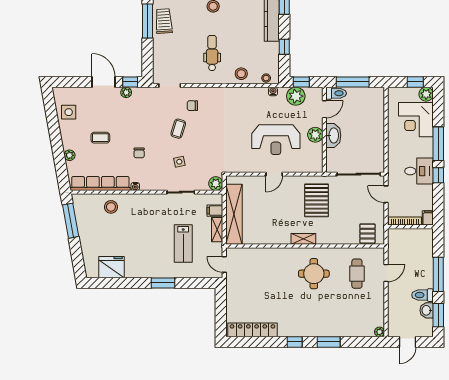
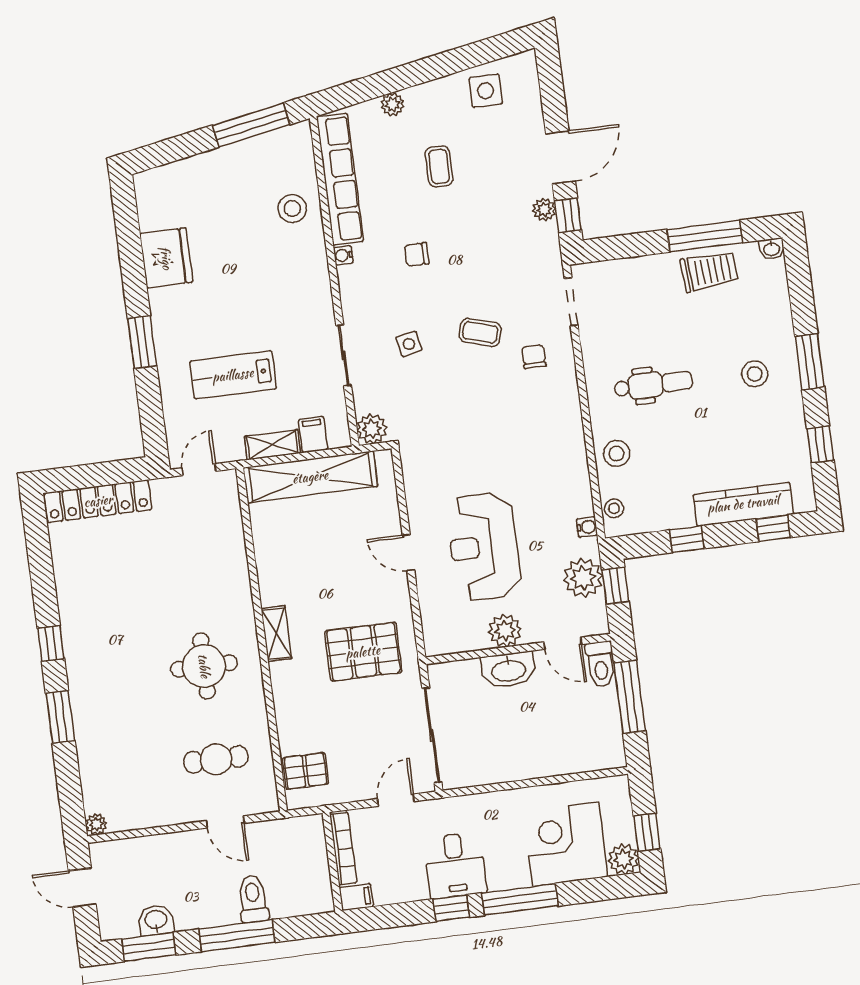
fridge: (112, 267) -> (166, 258), moved
toilet: (423, 295) -> (253, 899), moved
locker: (252, 330) -> (98, 501), moved, turned 90

